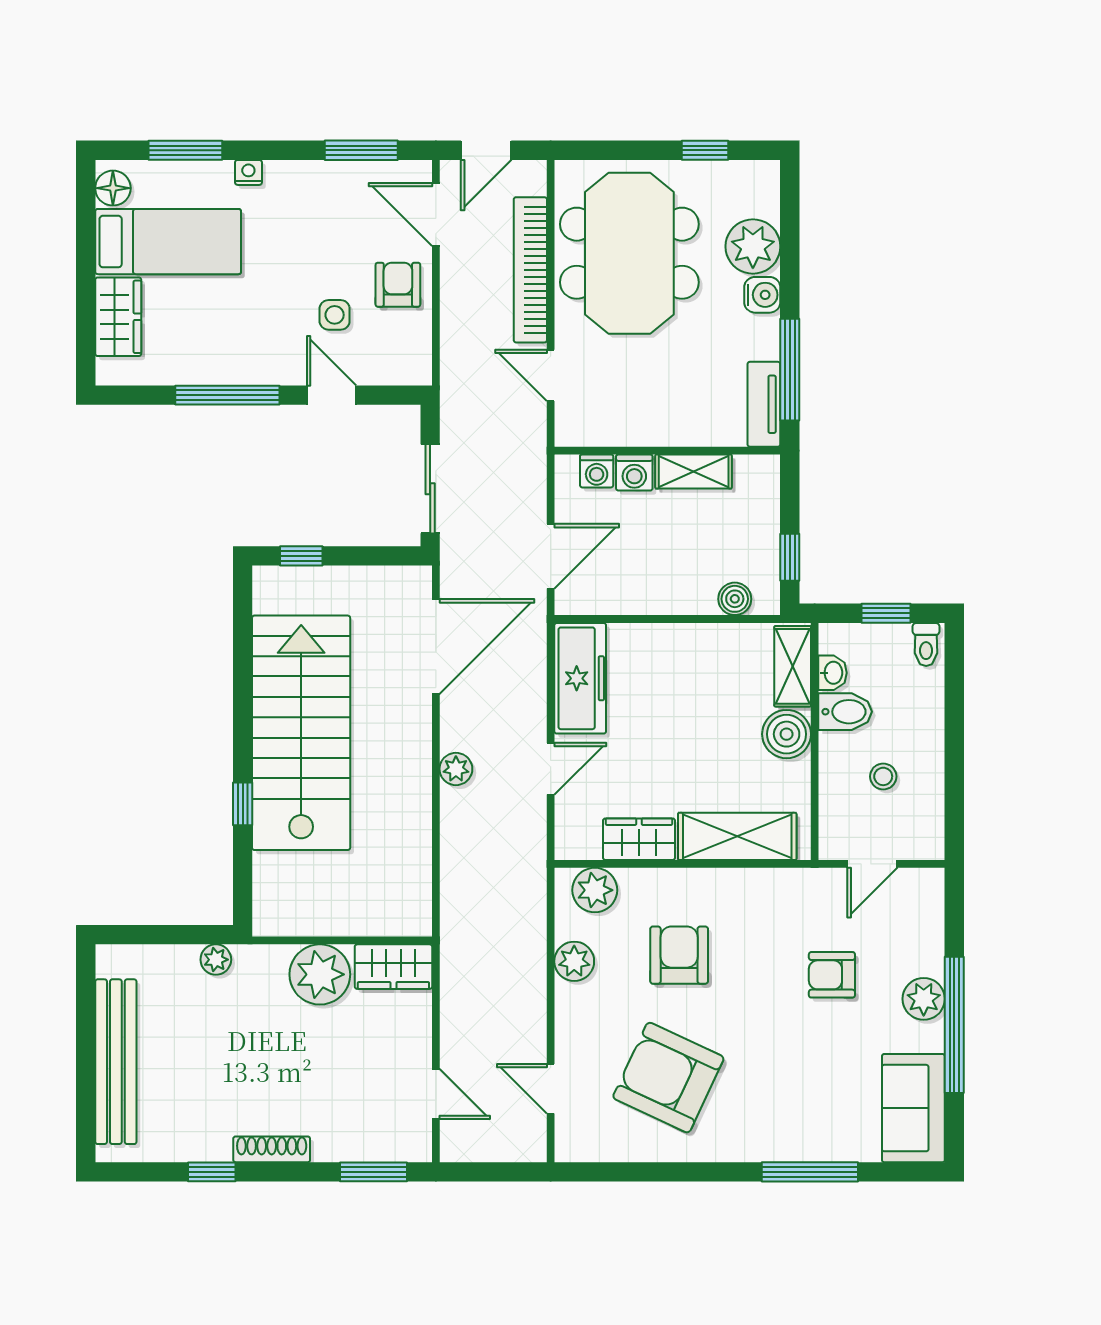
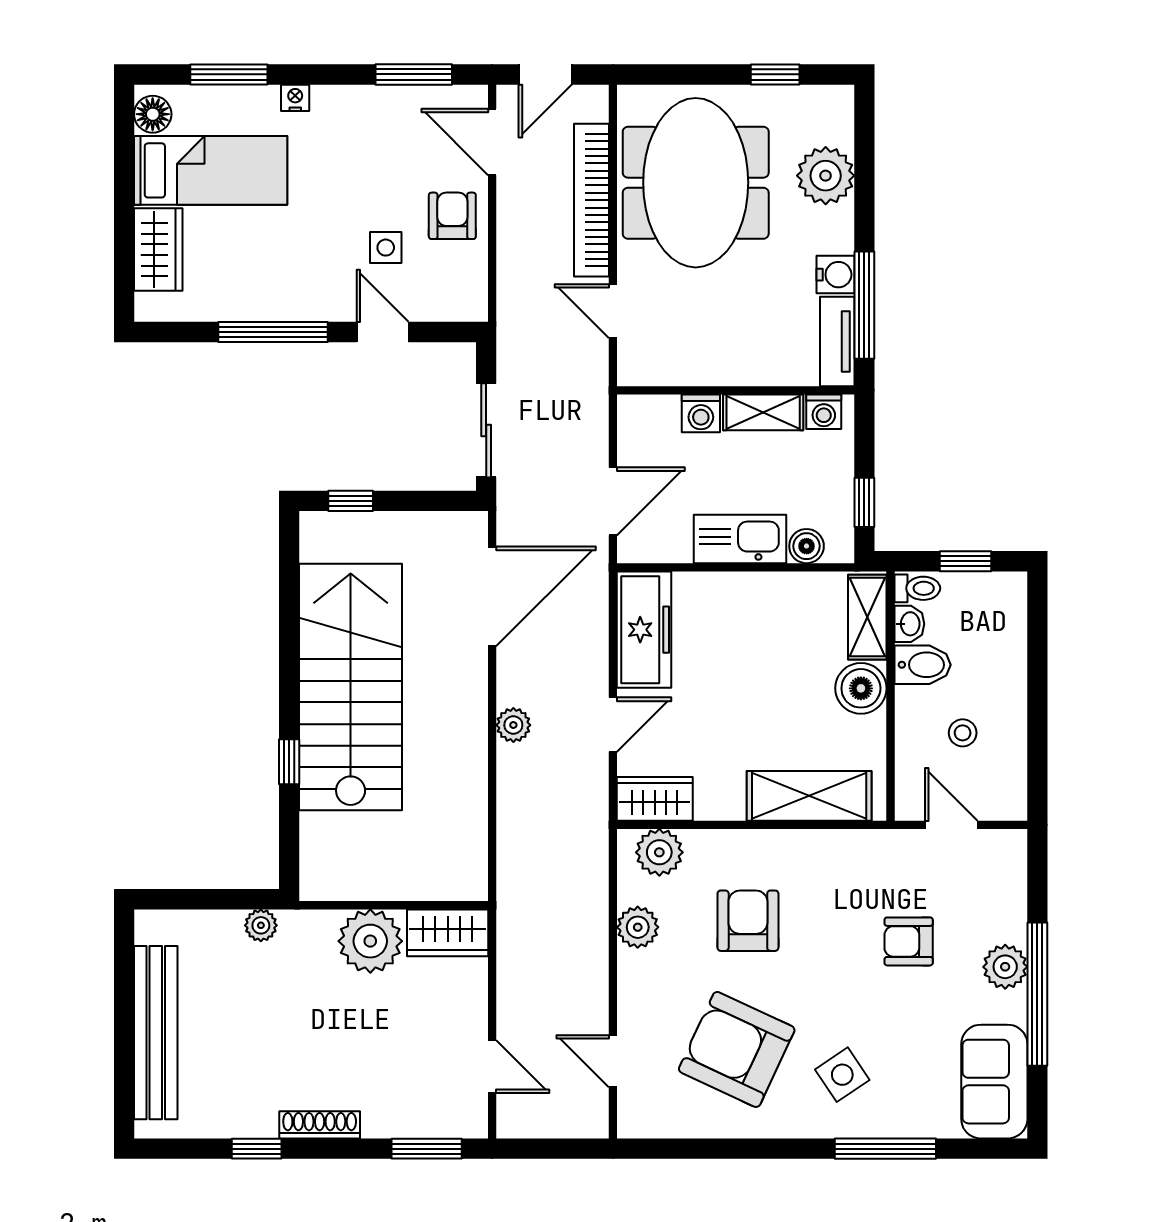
water cooler: (762, 295) -> (835, 275), moved
washing machine: (597, 471) -> (824, 412), moved
kitchen sink: (672, 592) -> (740, 539), added
toilet: (926, 644) -> (917, 588), moved, turned -90
wardrobe: (639, 839) -> (655, 799), moved
door: (872, 864) -> (951, 825), swing flipped
side table: (769, 1102) -> (842, 1075), added

